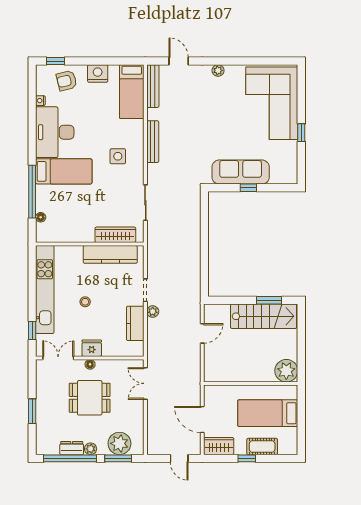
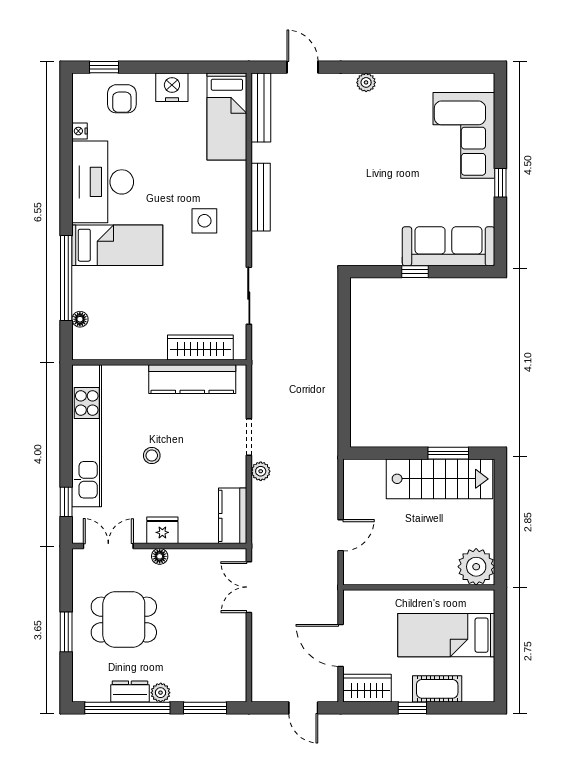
armchair: (67, 81) -> (122, 99), turned -76
corner sofa: (272, 103) -> (464, 135), width x0.73, depth x0.74
sofa: (241, 172) -> (448, 246), moved
kitchen counter: (135, 323) -> (233, 516), moved
door: (202, 333) -> (341, 535), moved
dining table: (90, 398) -> (124, 620), moved
plant: (119, 443) -> (207, 684), removed

